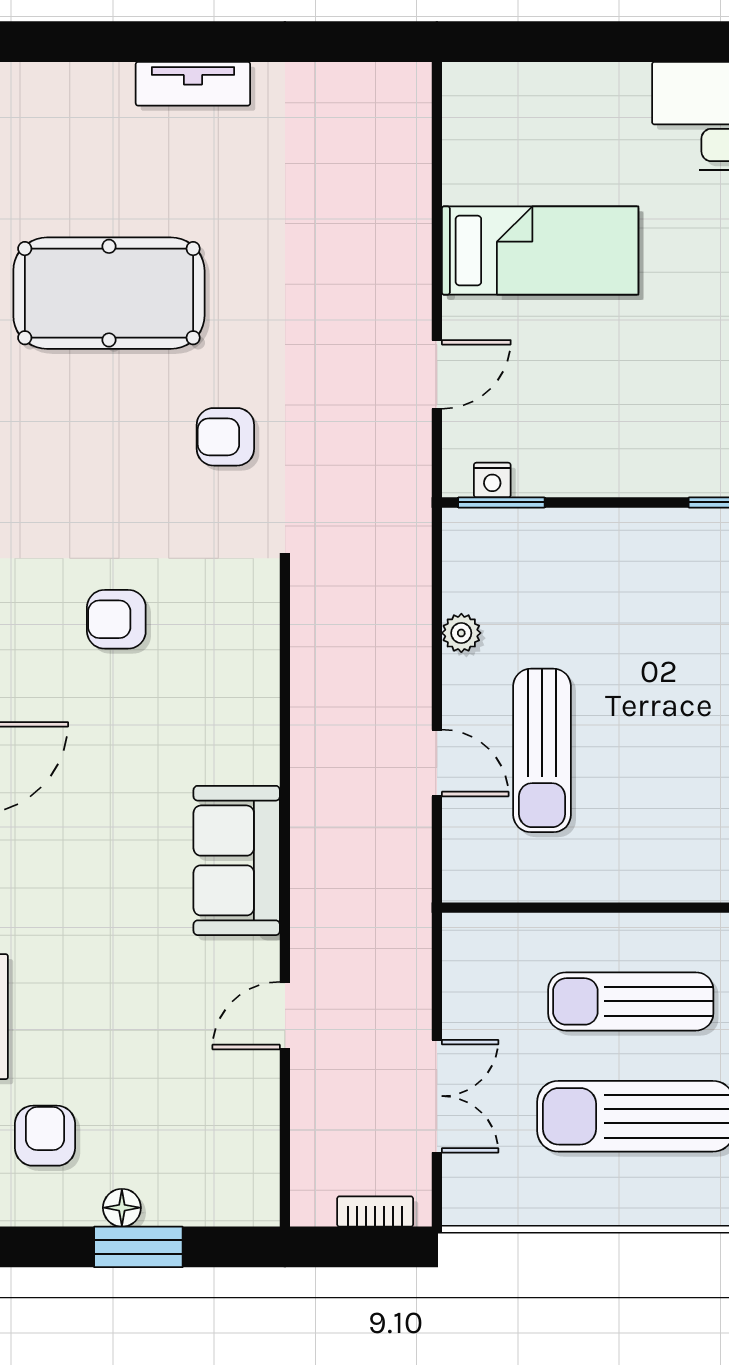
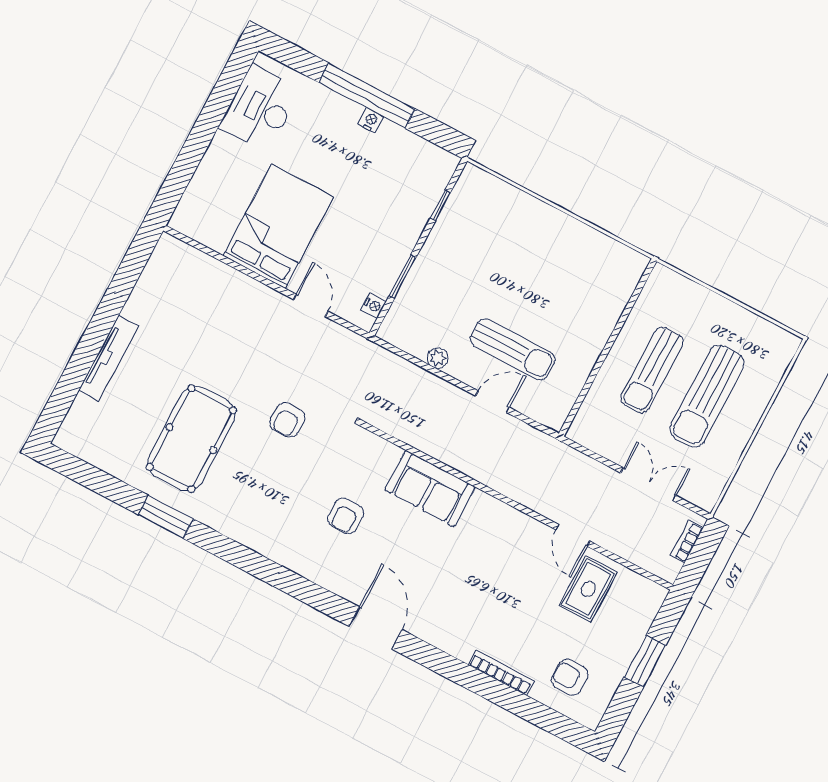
tv unit: (193, 84) -> (108, 358), width x1.41
bed: (540, 251) -> (278, 226), width x1.50
window: (501, 502) -> (403, 277), moved
sofa: (237, 860) -> (430, 488), moved
rug: (209, 1089) -> (588, 589), added
floor lamp: (122, 1208) -> (622, 659), removed

